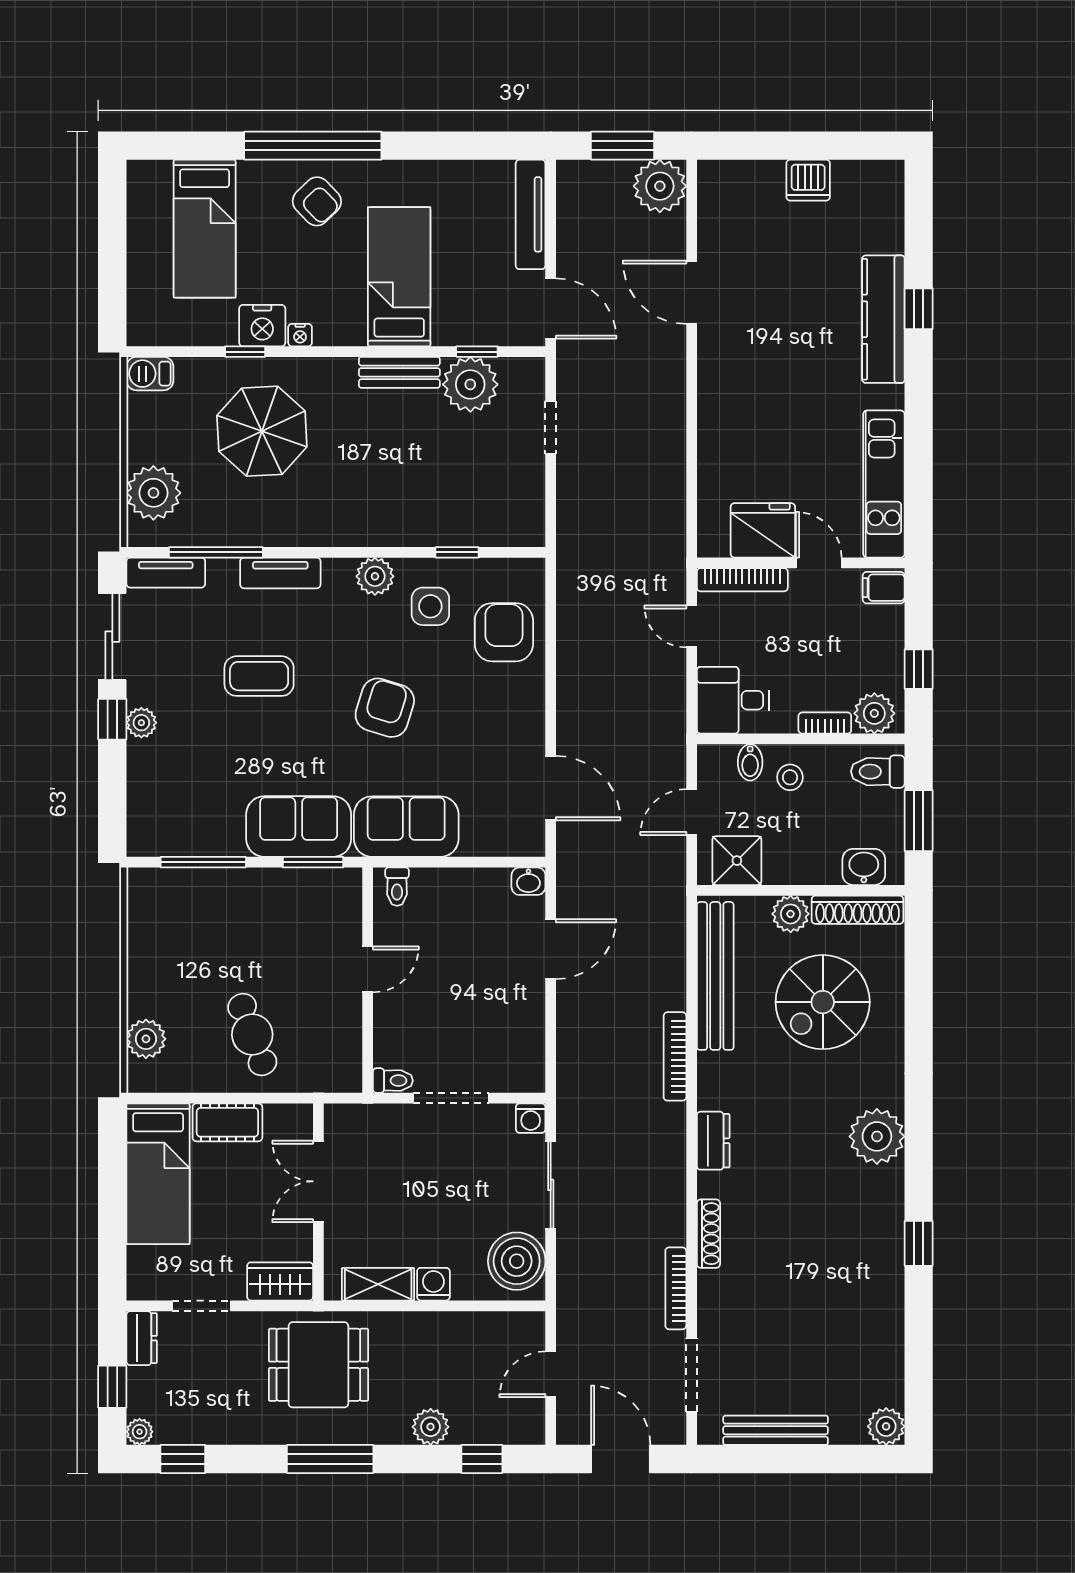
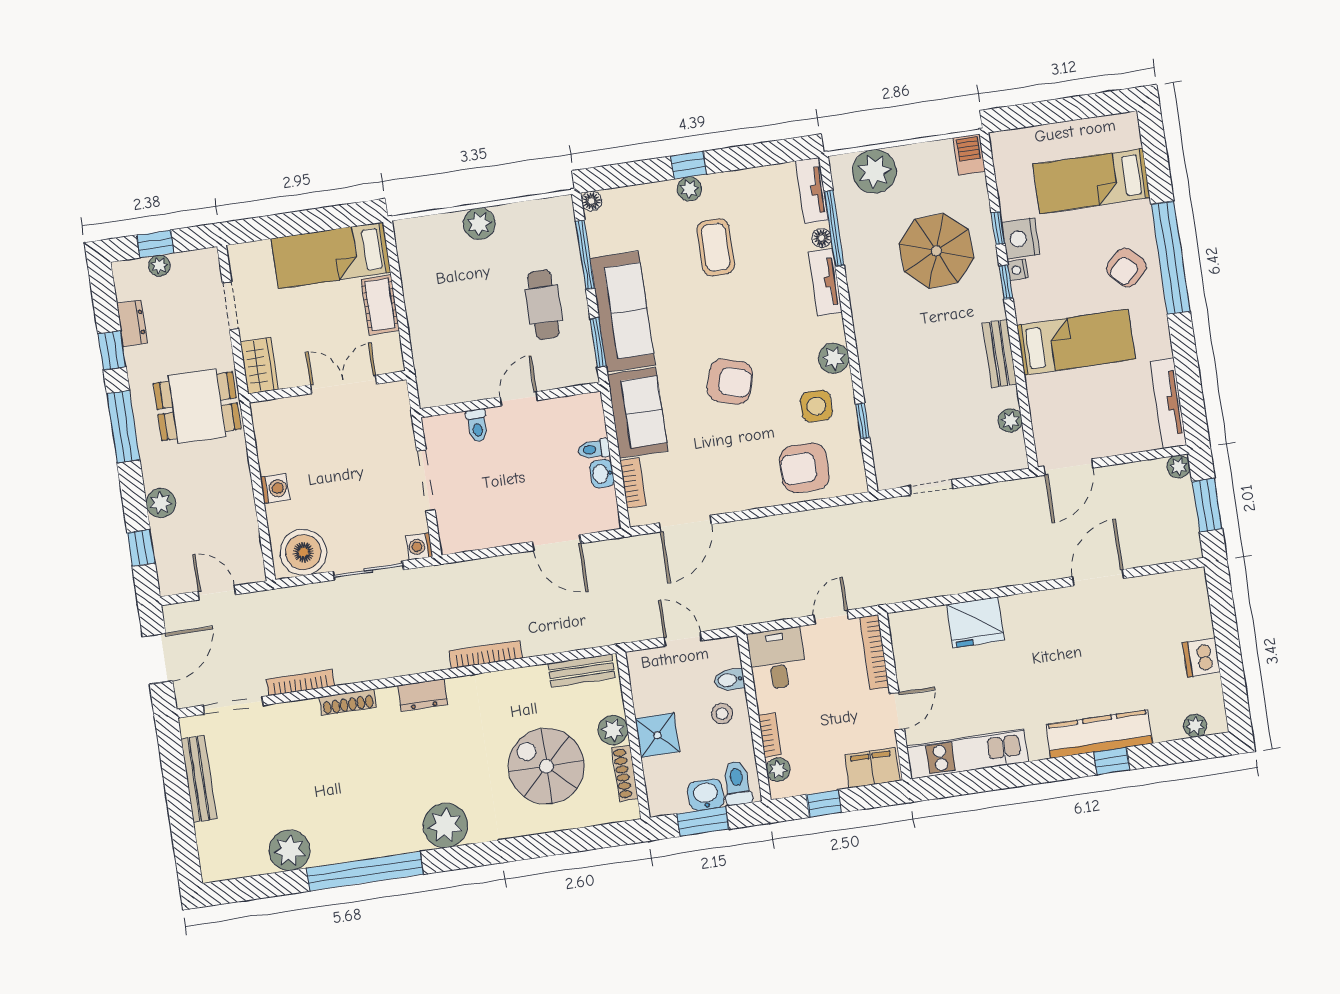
plant: (660, 186) -> (1178, 467), moved, width x0.53, depth x0.53
plant: (890, 200) -> (1195, 726), added
tv unit: (531, 214) -> (1168, 403), moved, turned -90
window: (477, 352) -> (1006, 282), moved
plant: (470, 384) -> (1010, 420), width x0.53, depth x0.53
doorway: (551, 427) -> (931, 487), moved
fridge: (763, 530) -> (975, 622), moved, turned 90
floor lamp: (225, 570) -> (822, 238), added
filing cabinet: (884, 588) -> (872, 768), width x2.00
armchair: (504, 632) -> (804, 468), turned 180
sliding door: (112, 637) -> (755, 155), removed
coffee table: (259, 676) -> (716, 247), moved
plant: (874, 713) -> (778, 770), width x0.73, depth x0.73
sofa: (299, 827) -> (623, 312), width x1.36
floor lamp: (139, 845) -> (591, 201), added
bookcase: (491, 845) -> (633, 483), added
shower: (737, 861) -> (657, 735), moved
washbasin: (864, 867) -> (706, 795), moved, turned -90
washbasin: (528, 881) -> (602, 474), moved
toilet: (397, 887) -> (594, 449), moved
shoe rack: (858, 910) -> (625, 773), width x0.74, depth x0.81
door: (368, 969) -> (519, 399), swing flipped
bench: (715, 976) -> (582, 671), width x0.54, depth x0.82
cafe table: (252, 1035) -> (543, 305), moved, turned -70
plant: (146, 1039) -> (479, 224), moved
toilet: (393, 1081) -> (477, 425), moved
window: (919, 1243) -> (365, 871), width x3.17
shelving: (378, 1284) -> (269, 444), removed
dresser: (142, 1338) -> (132, 323), moved, turned -90
dining table: (318, 1365) -> (197, 406), turned 90
plant: (886, 1426) -> (290, 850), moved, width x1.36, depth x1.36
plant: (140, 1432) -> (159, 266), moved
window: (183, 1459) -> (112, 350), moved

